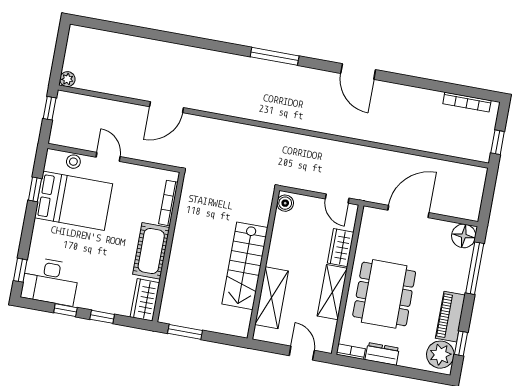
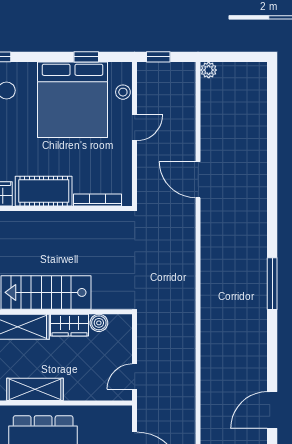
door: (358, 72) -> (272, 410), moved
window: (50, 108) -> (158, 57), moved
bed: (74, 201) -> (72, 100), width x1.36
boiler: (285, 203) -> (99, 323), moved
wardrobe: (341, 248) -> (70, 325), moved, turned 180

